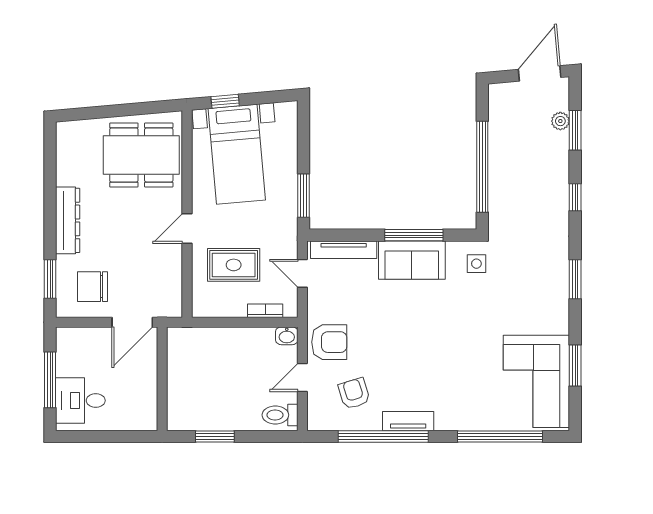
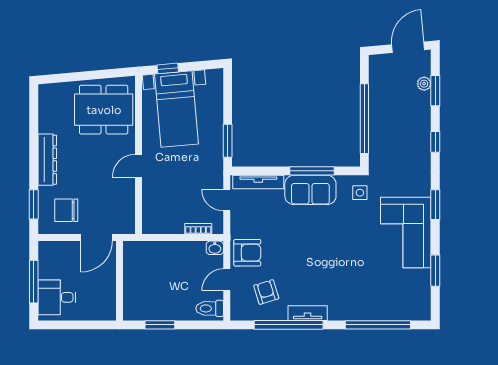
rug: (234, 265) -> (174, 194), removed
corner sofa: (536, 381) -> (406, 232), moved

